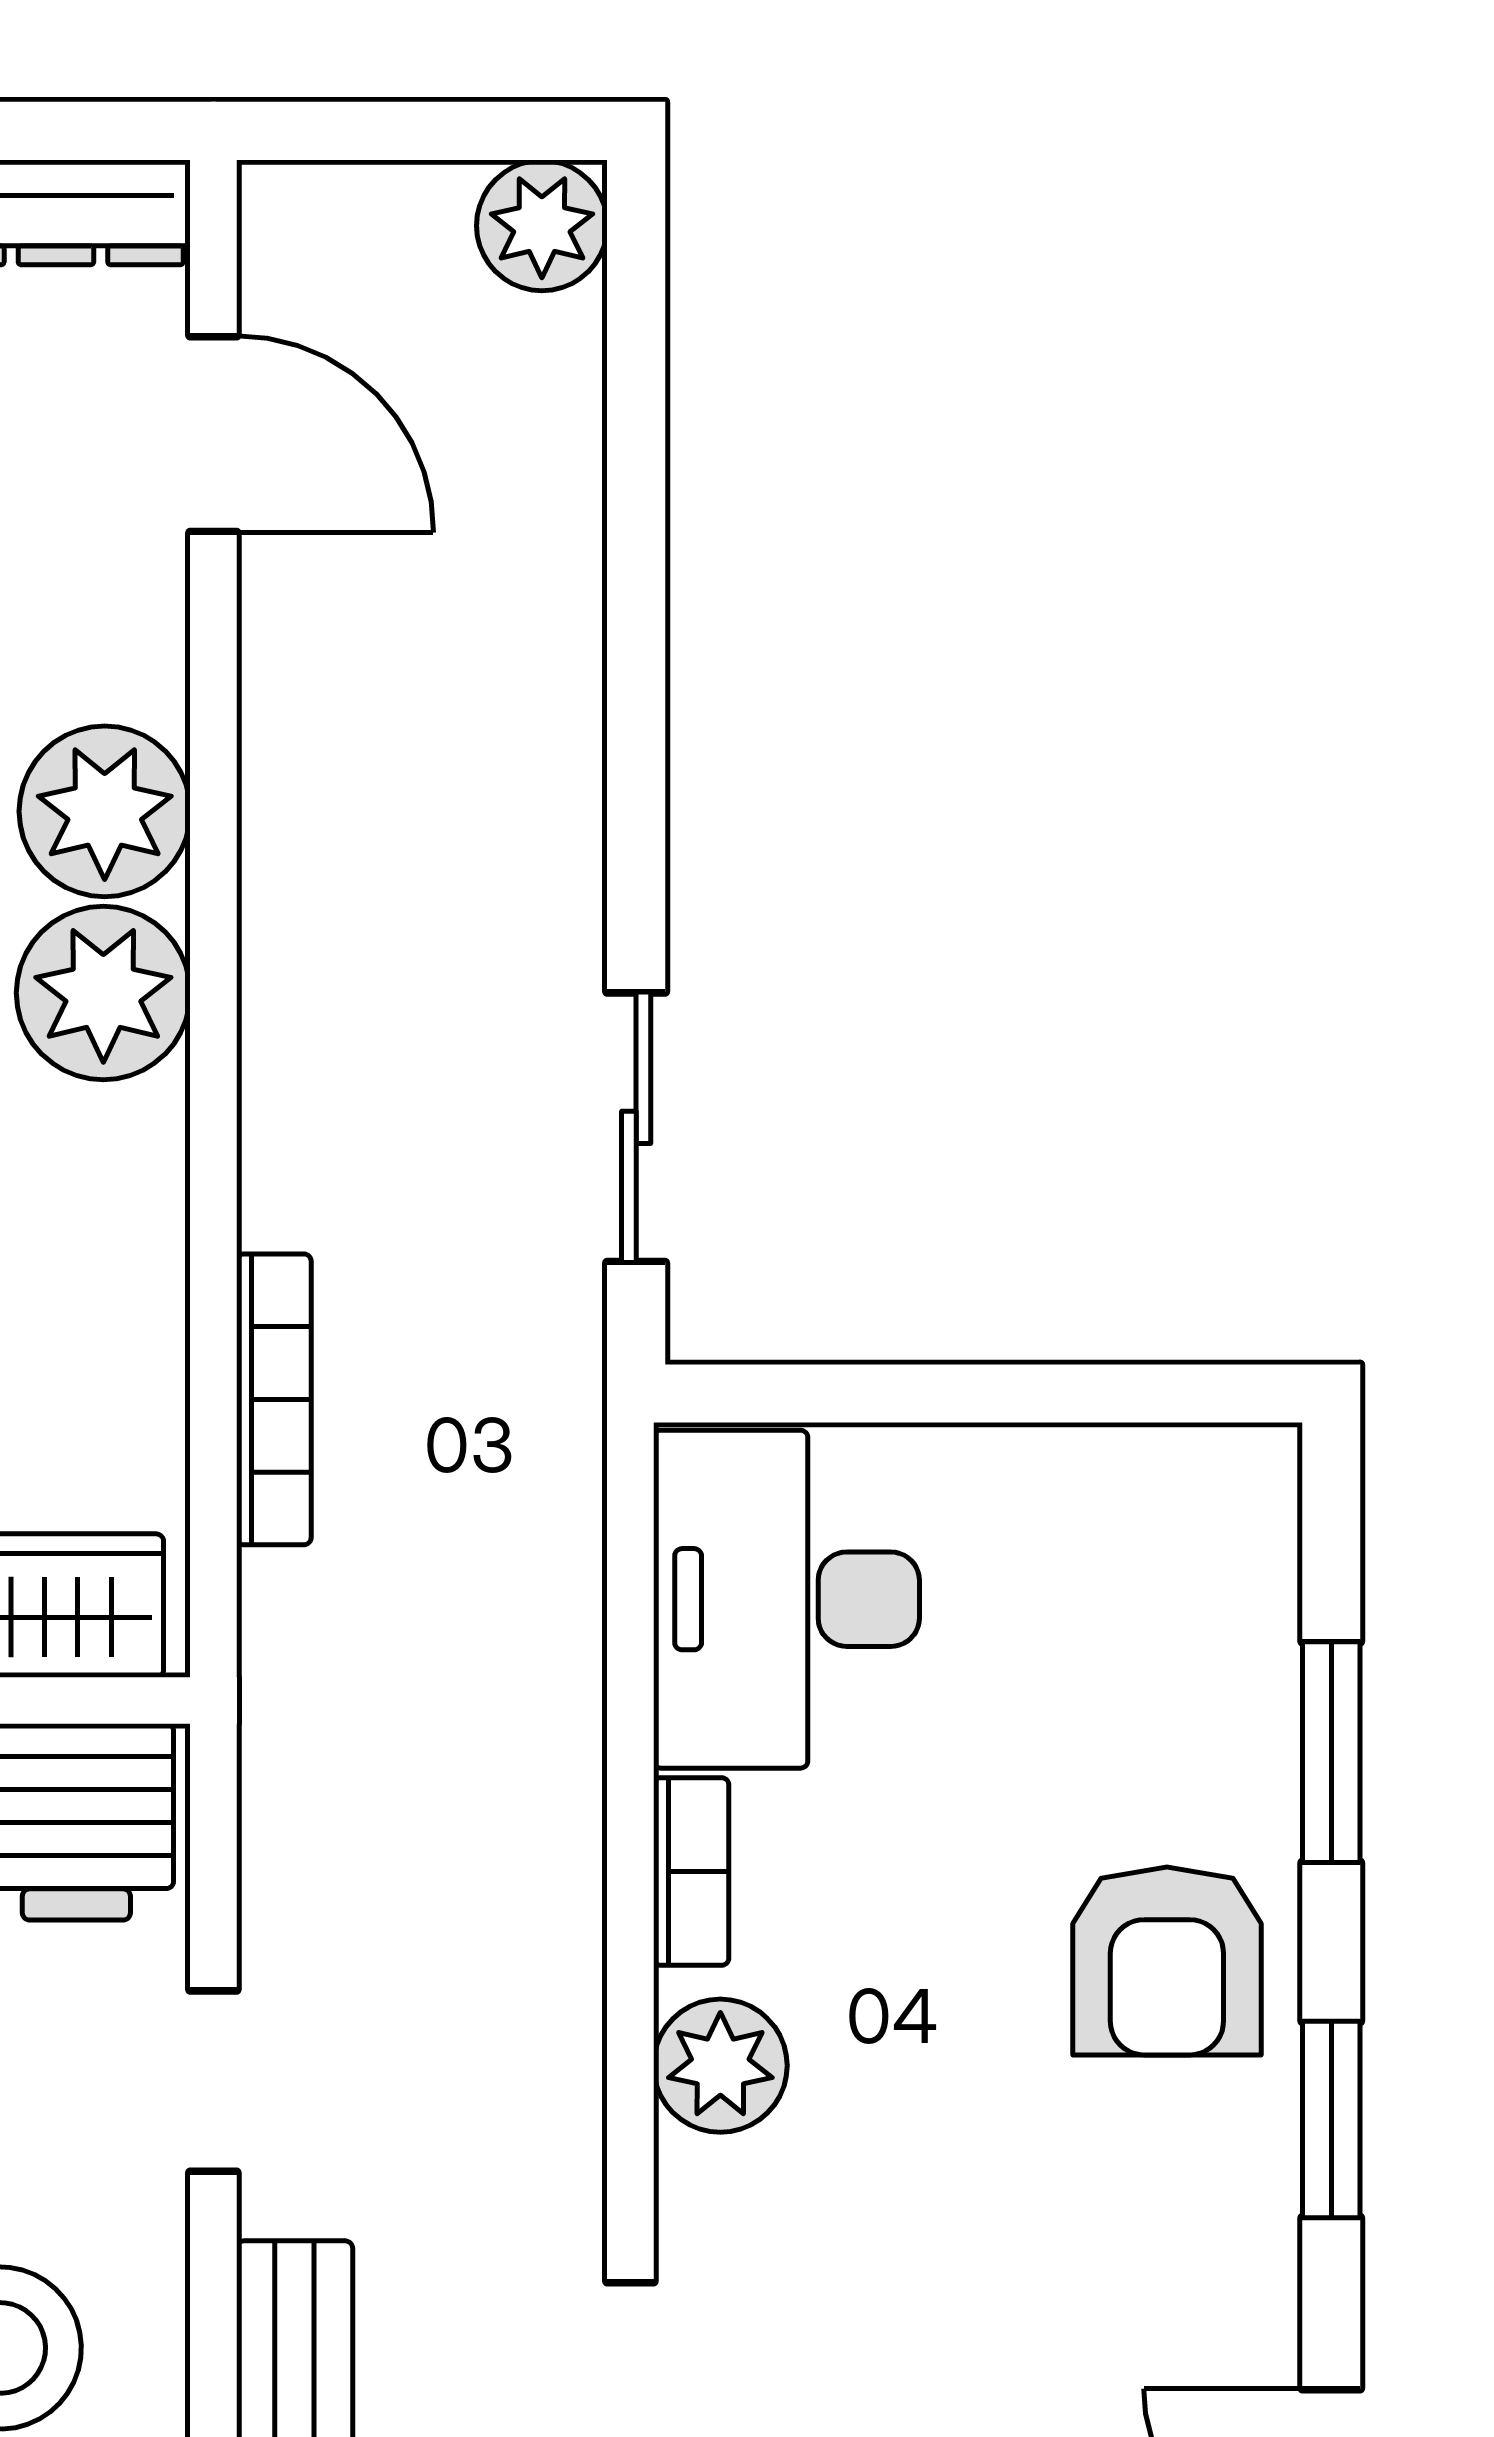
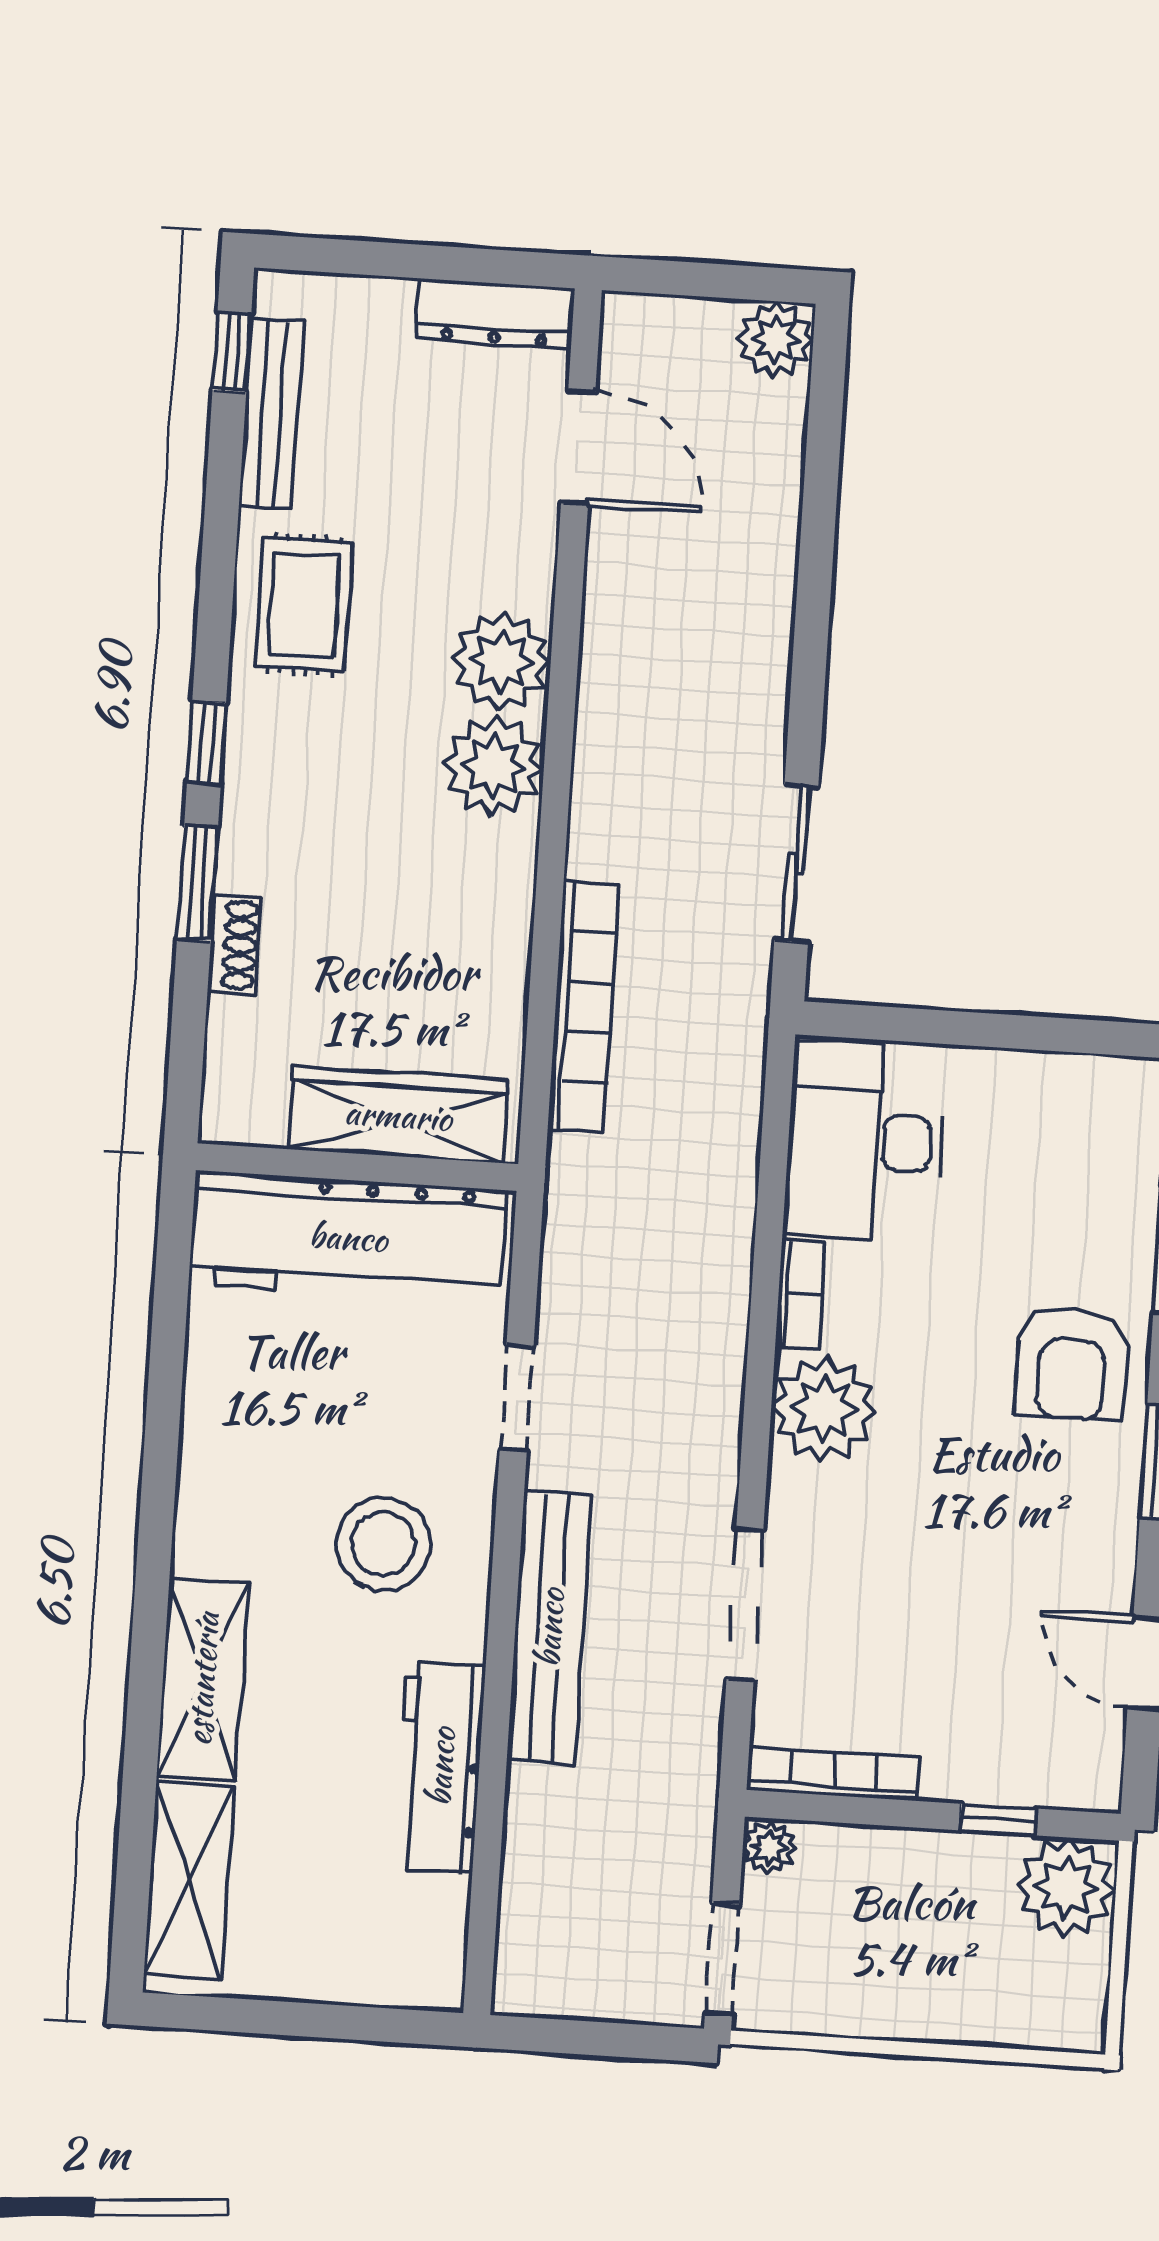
bookcase: (274, 1399) -> (584, 1007), width x1.48, depth x1.31
plant: (720, 2066) -> (824, 1409), width x1.36, depth x1.36

